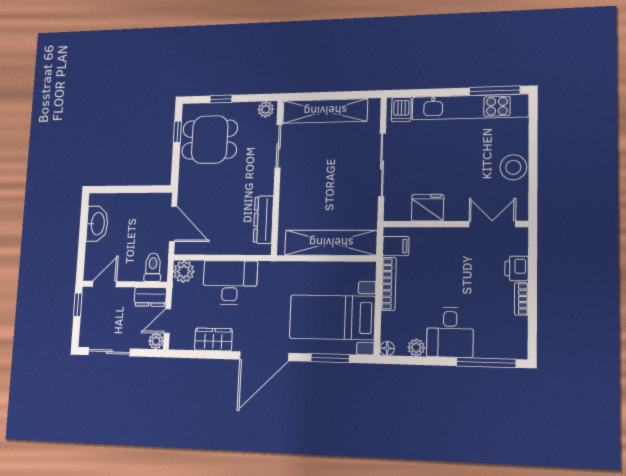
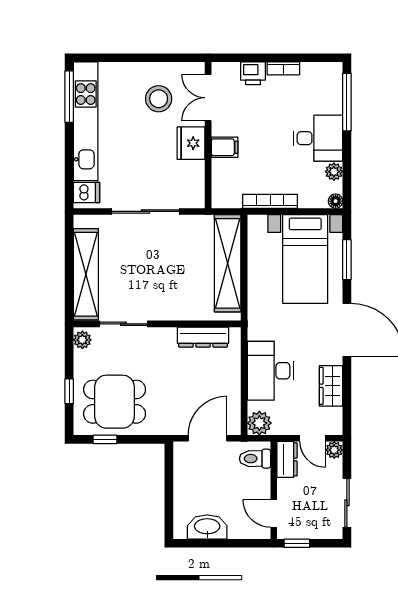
dining table: (210, 140) -> (115, 402), turned 90
stool: (513, 167) -> (159, 99), moved
fridge: (428, 208) -> (191, 143), moved
filing cabinet: (396, 246) -> (225, 147), moved, turned 90

